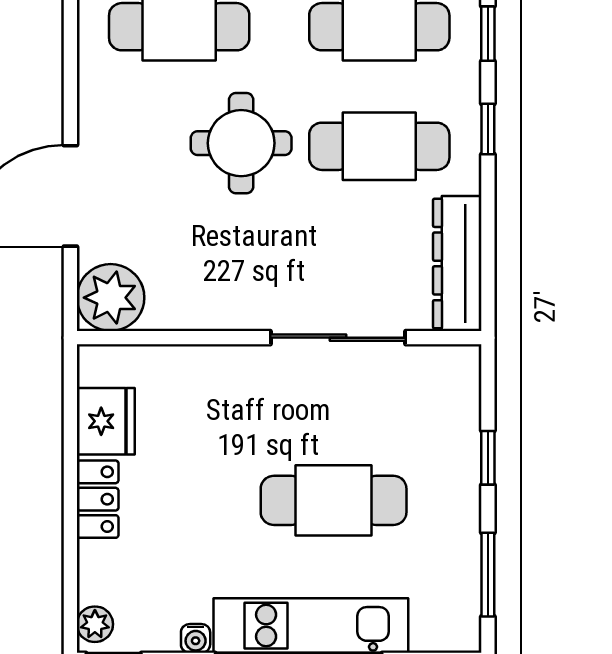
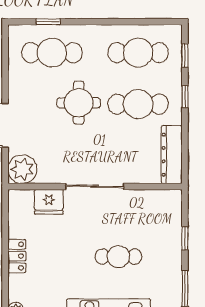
sliding door: (338, 338) -> (95, 187), moved
fridge: (106, 421) -> (49, 202), moved, turned 90
cafe table: (334, 500) -> (118, 257), width x0.73, depth x0.74

